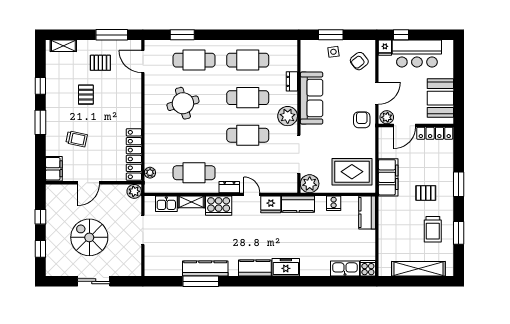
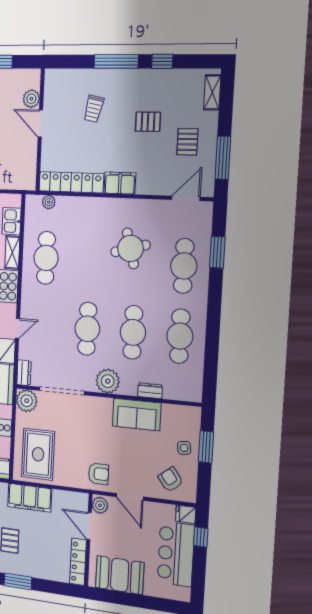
sofa: (312, 98) -> (137, 415), width x0.73
window: (40, 122) -> (116, 61), width x1.44
filing cabinet: (54, 169) -> (120, 183), moved, turned 180
dresser: (229, 187) -> (24, 373), moved
plant: (134, 191) -> (31, 99), moved

